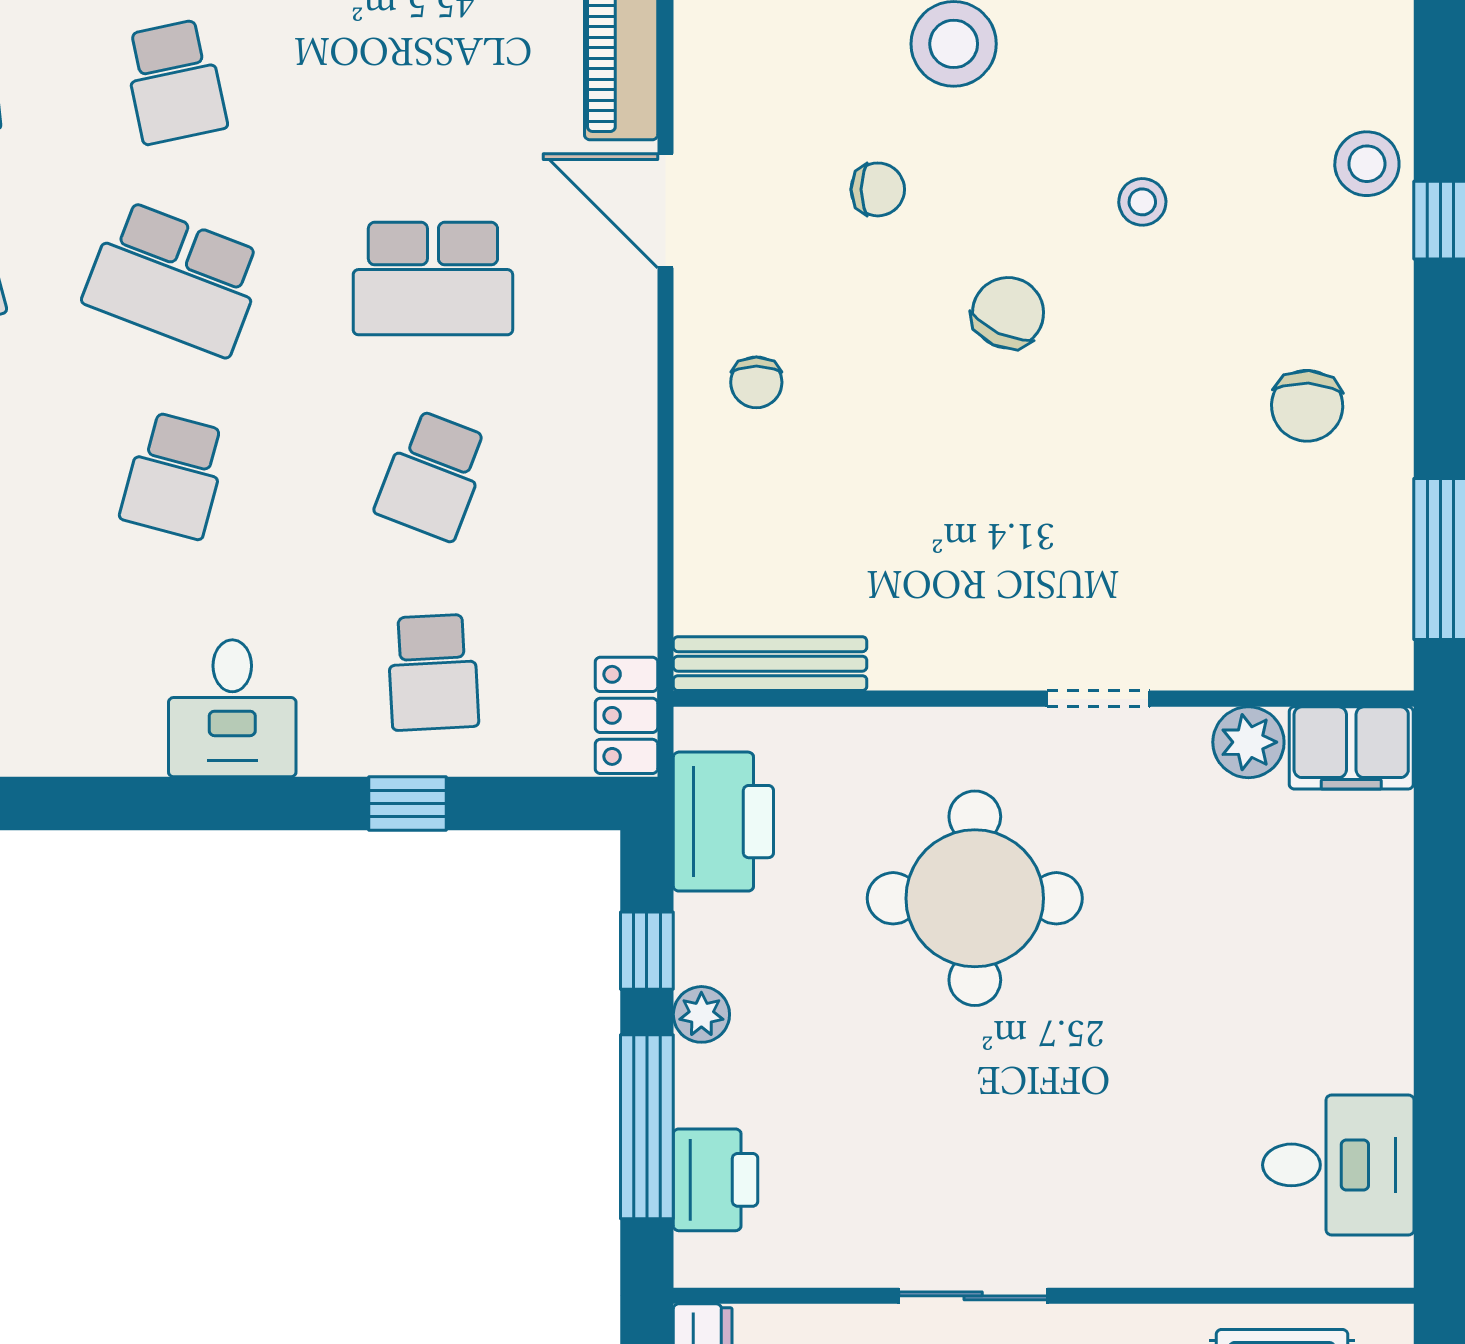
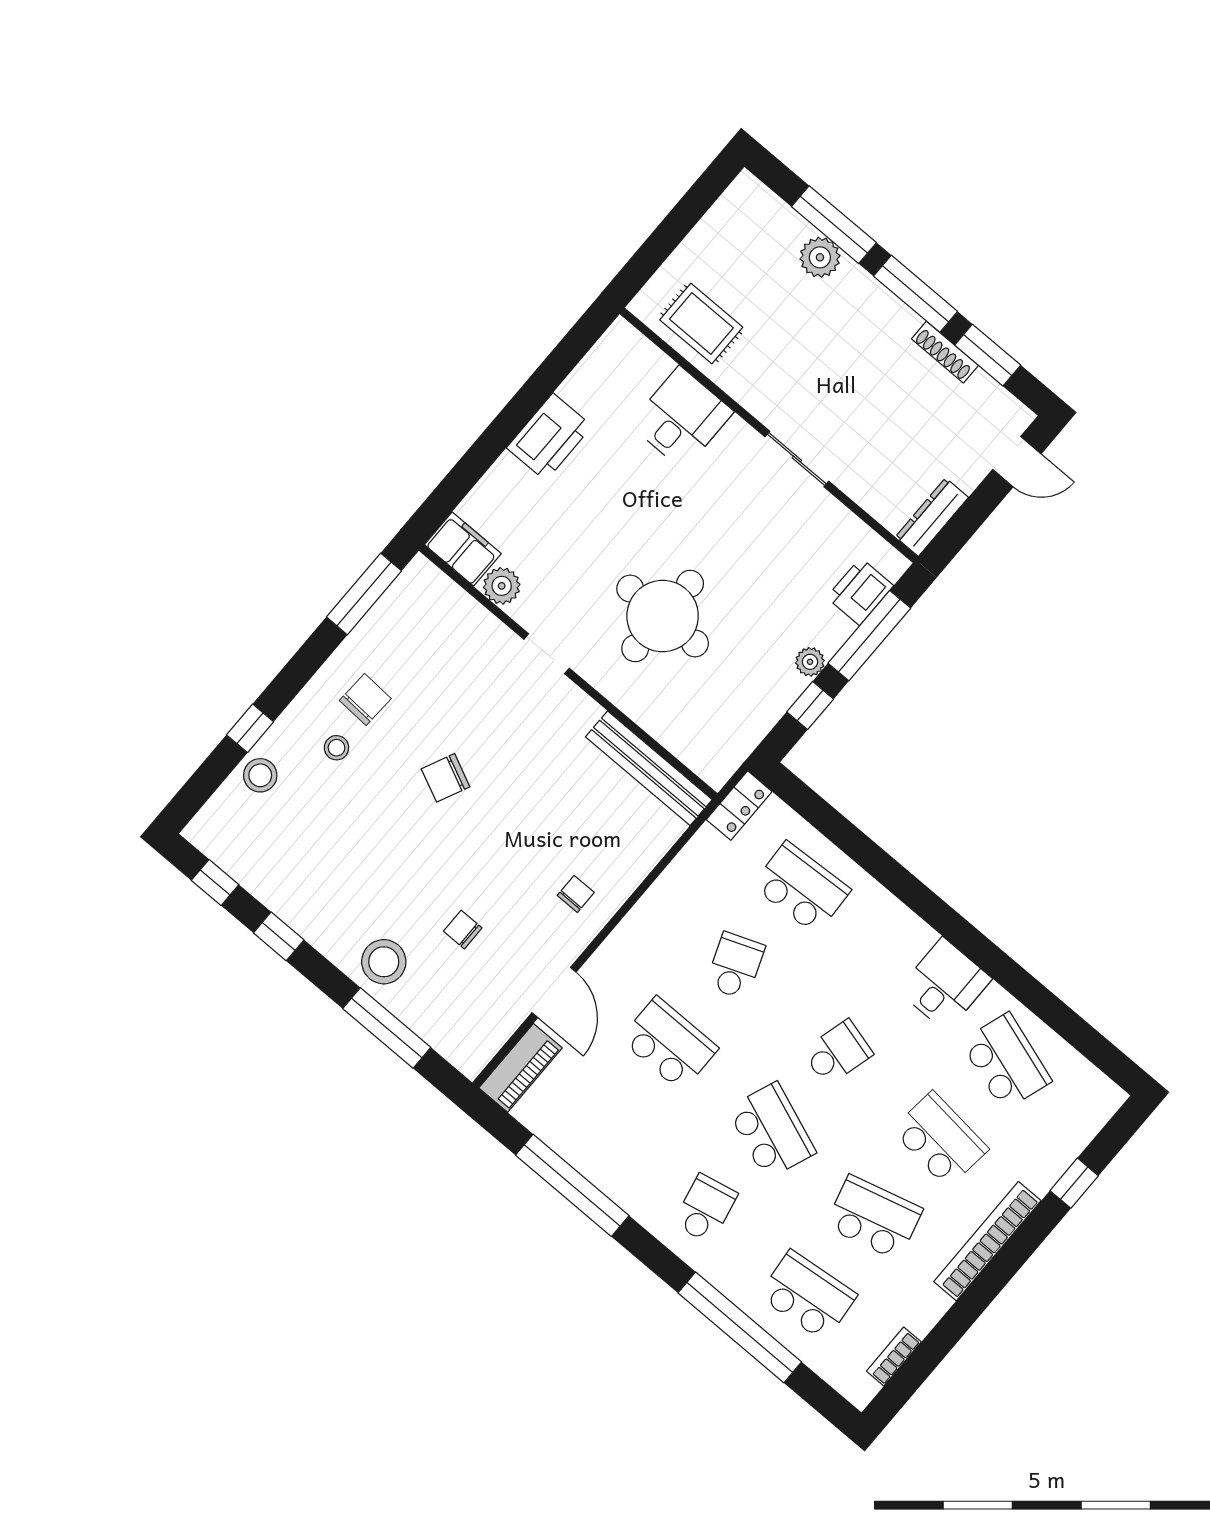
stool: (1142, 202) -> (337, 748), moved
chair: (1008, 313) -> (446, 778), moved
school desk: (433, 475) -> (735, 966), turned -42
bench: (770, 664) -> (649, 768), width x1.37, depth x1.21
school desk: (433, 672) -> (801, 888), width x1.85
desk: (232, 708) -> (945, 985), moved
window: (407, 804) -> (856, 844), removed
printer: (723, 822) -> (549, 437), moved, turned 180
desk: (1338, 1165) -> (682, 418), moved, turned 90

